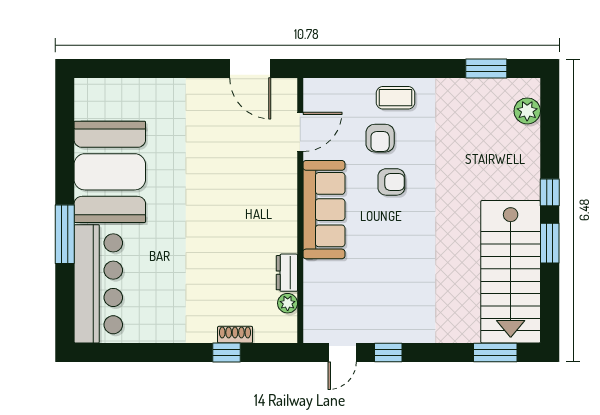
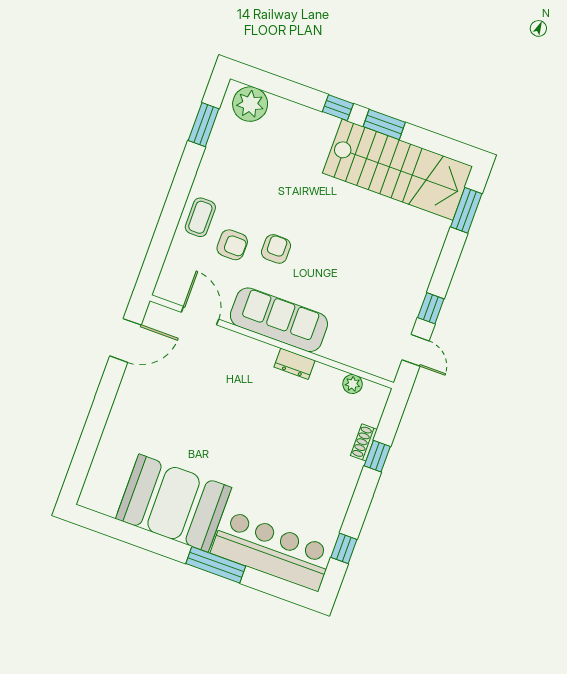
plant: (527, 111) -> (250, 104), width x1.36, depth x1.36
dresser: (287, 273) -> (295, 364), moved
window: (126, 352) -> (344, 548), added

